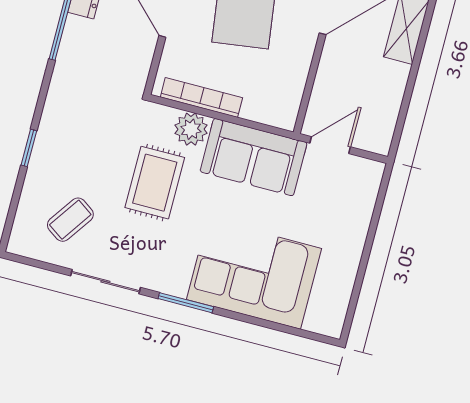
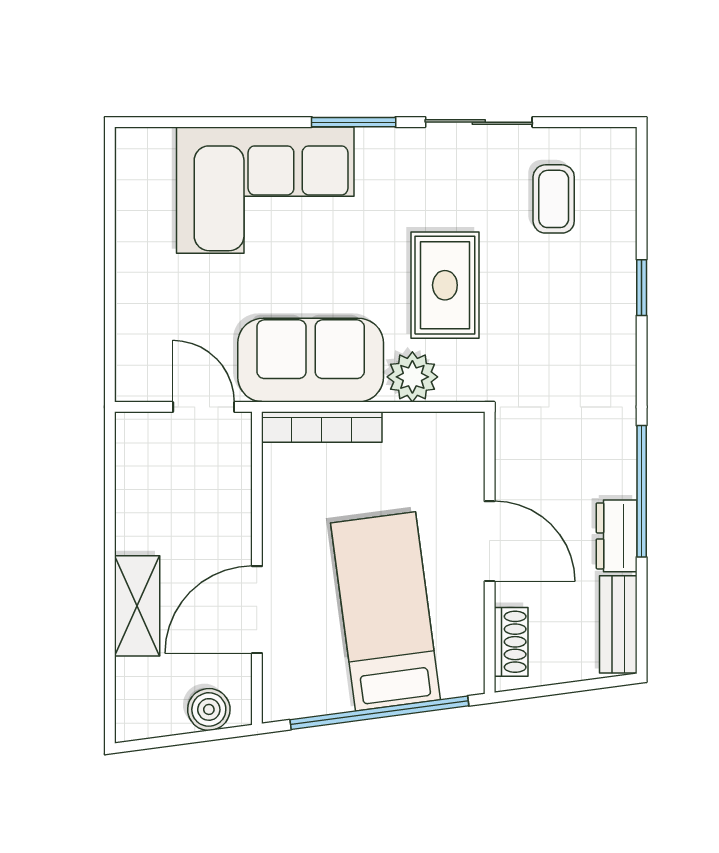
bookcase: (201, 97) -> (322, 427), moved
door: (330, 145) -> (204, 407), swing flipped
coffee table: (70, 220) -> (554, 199), turned -35

